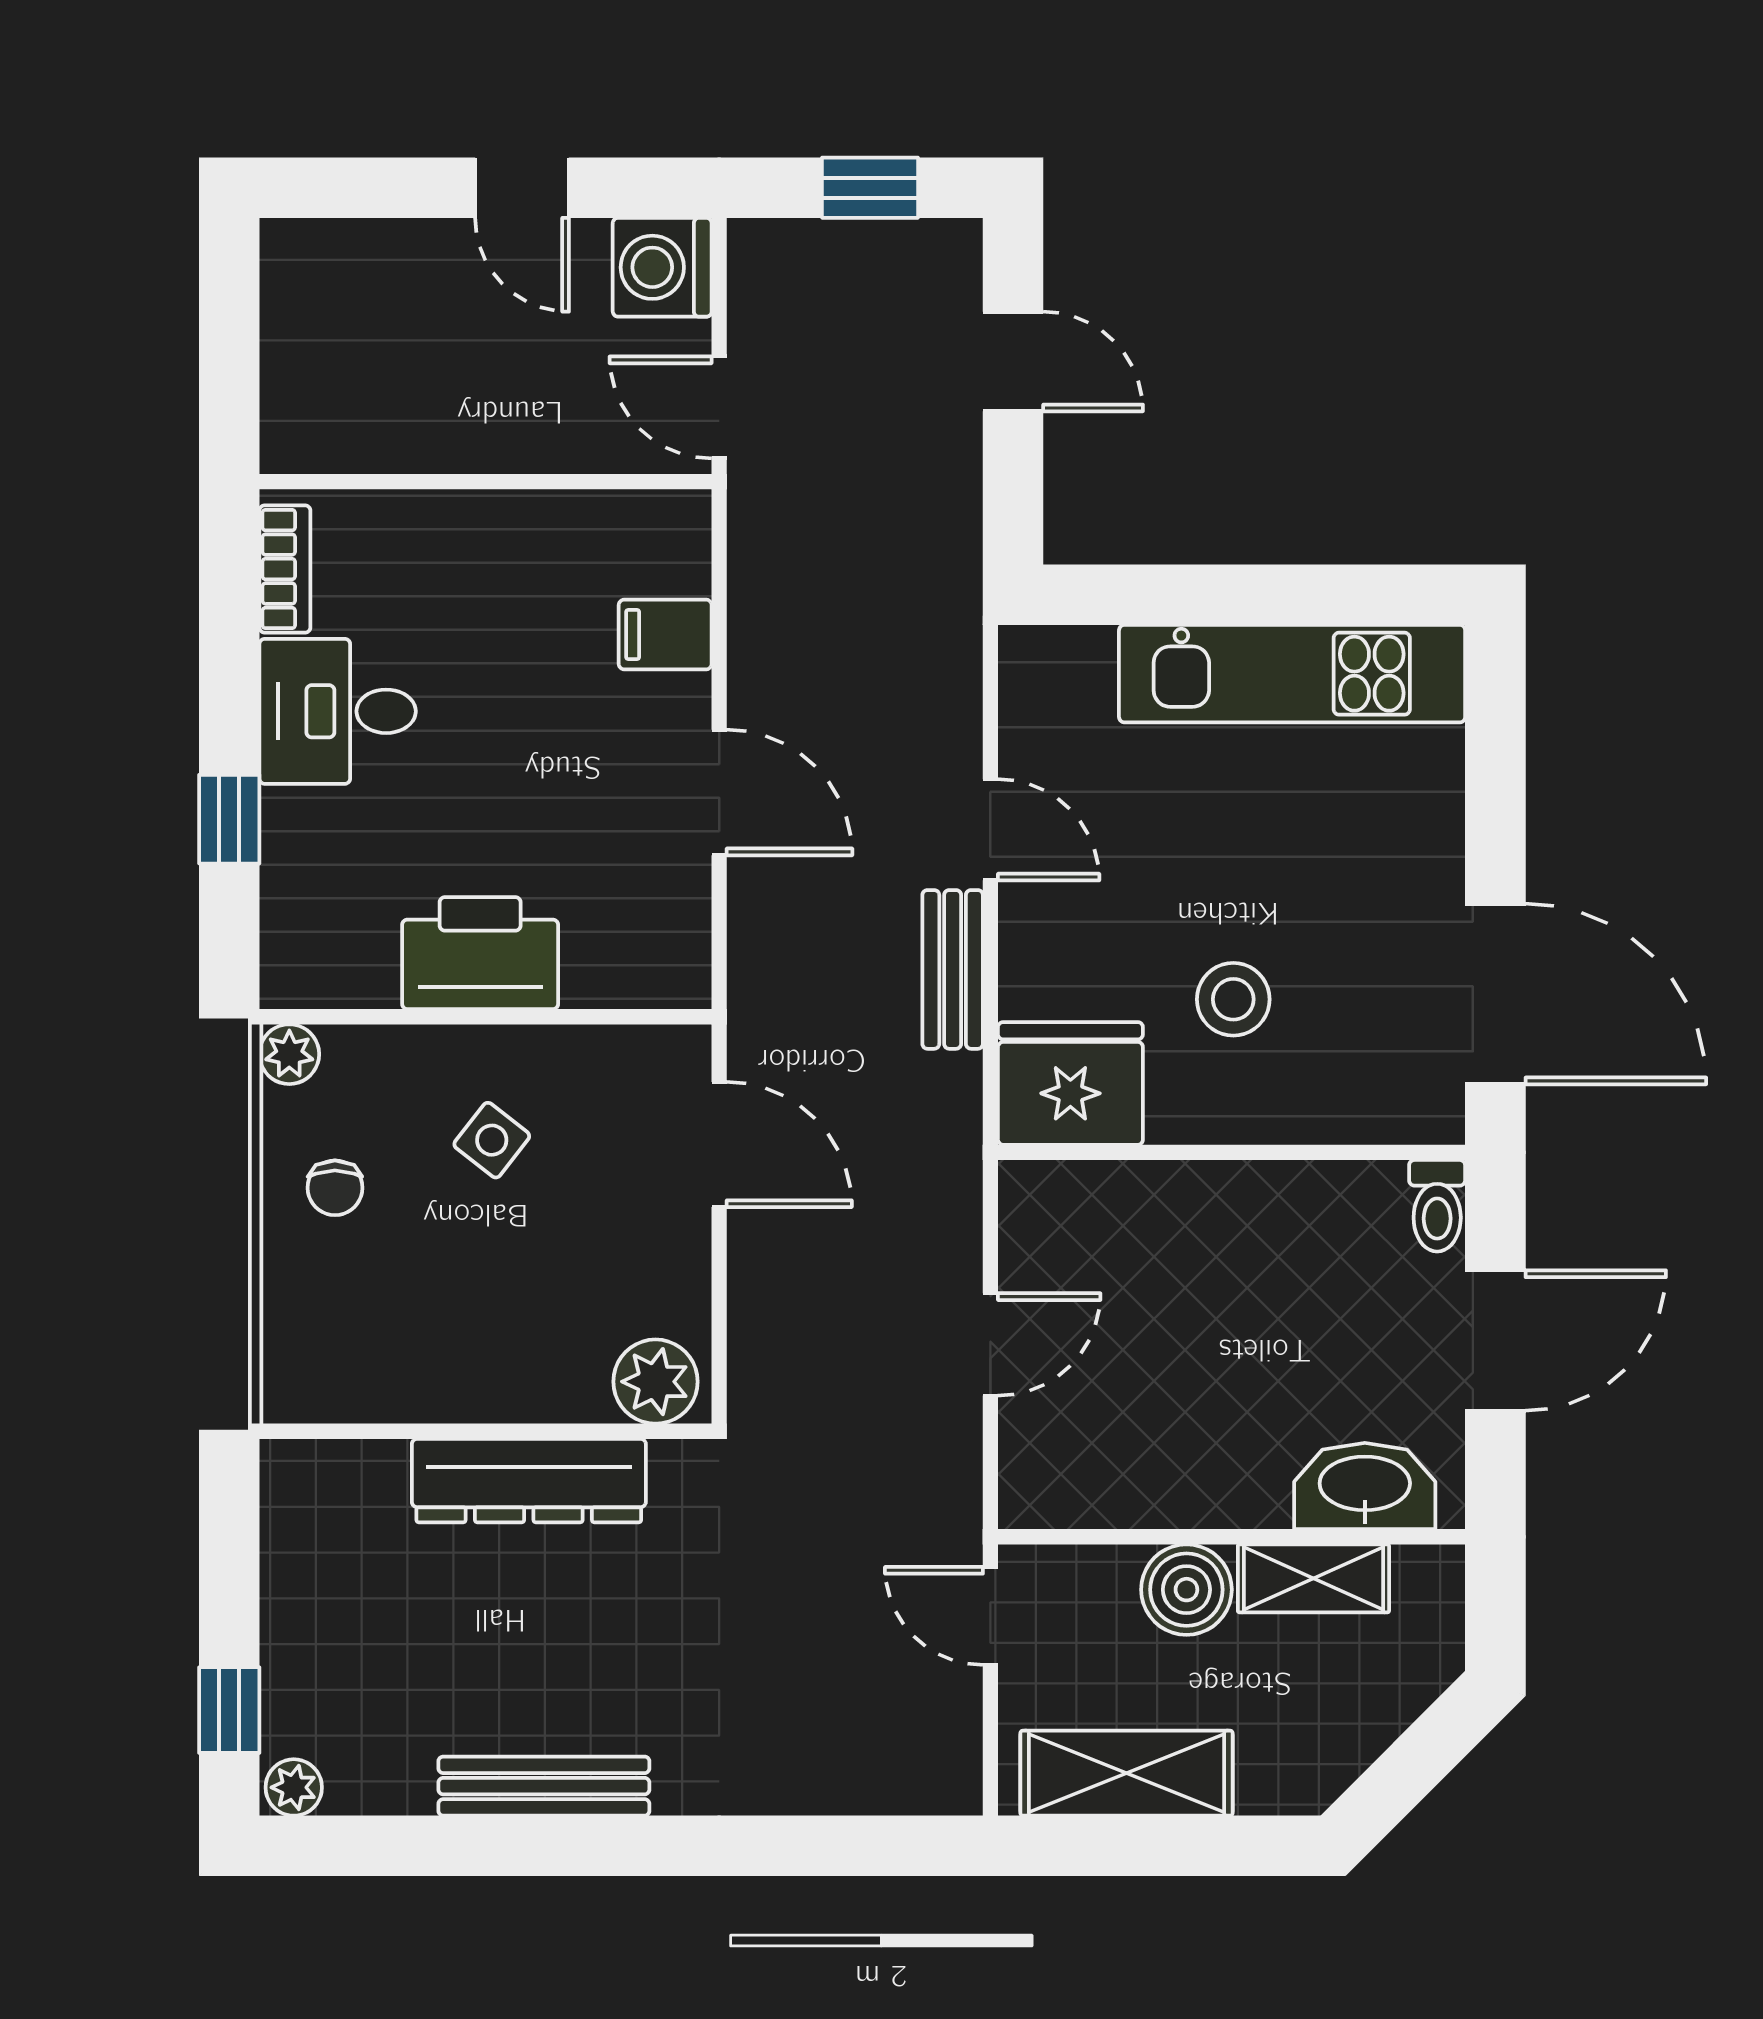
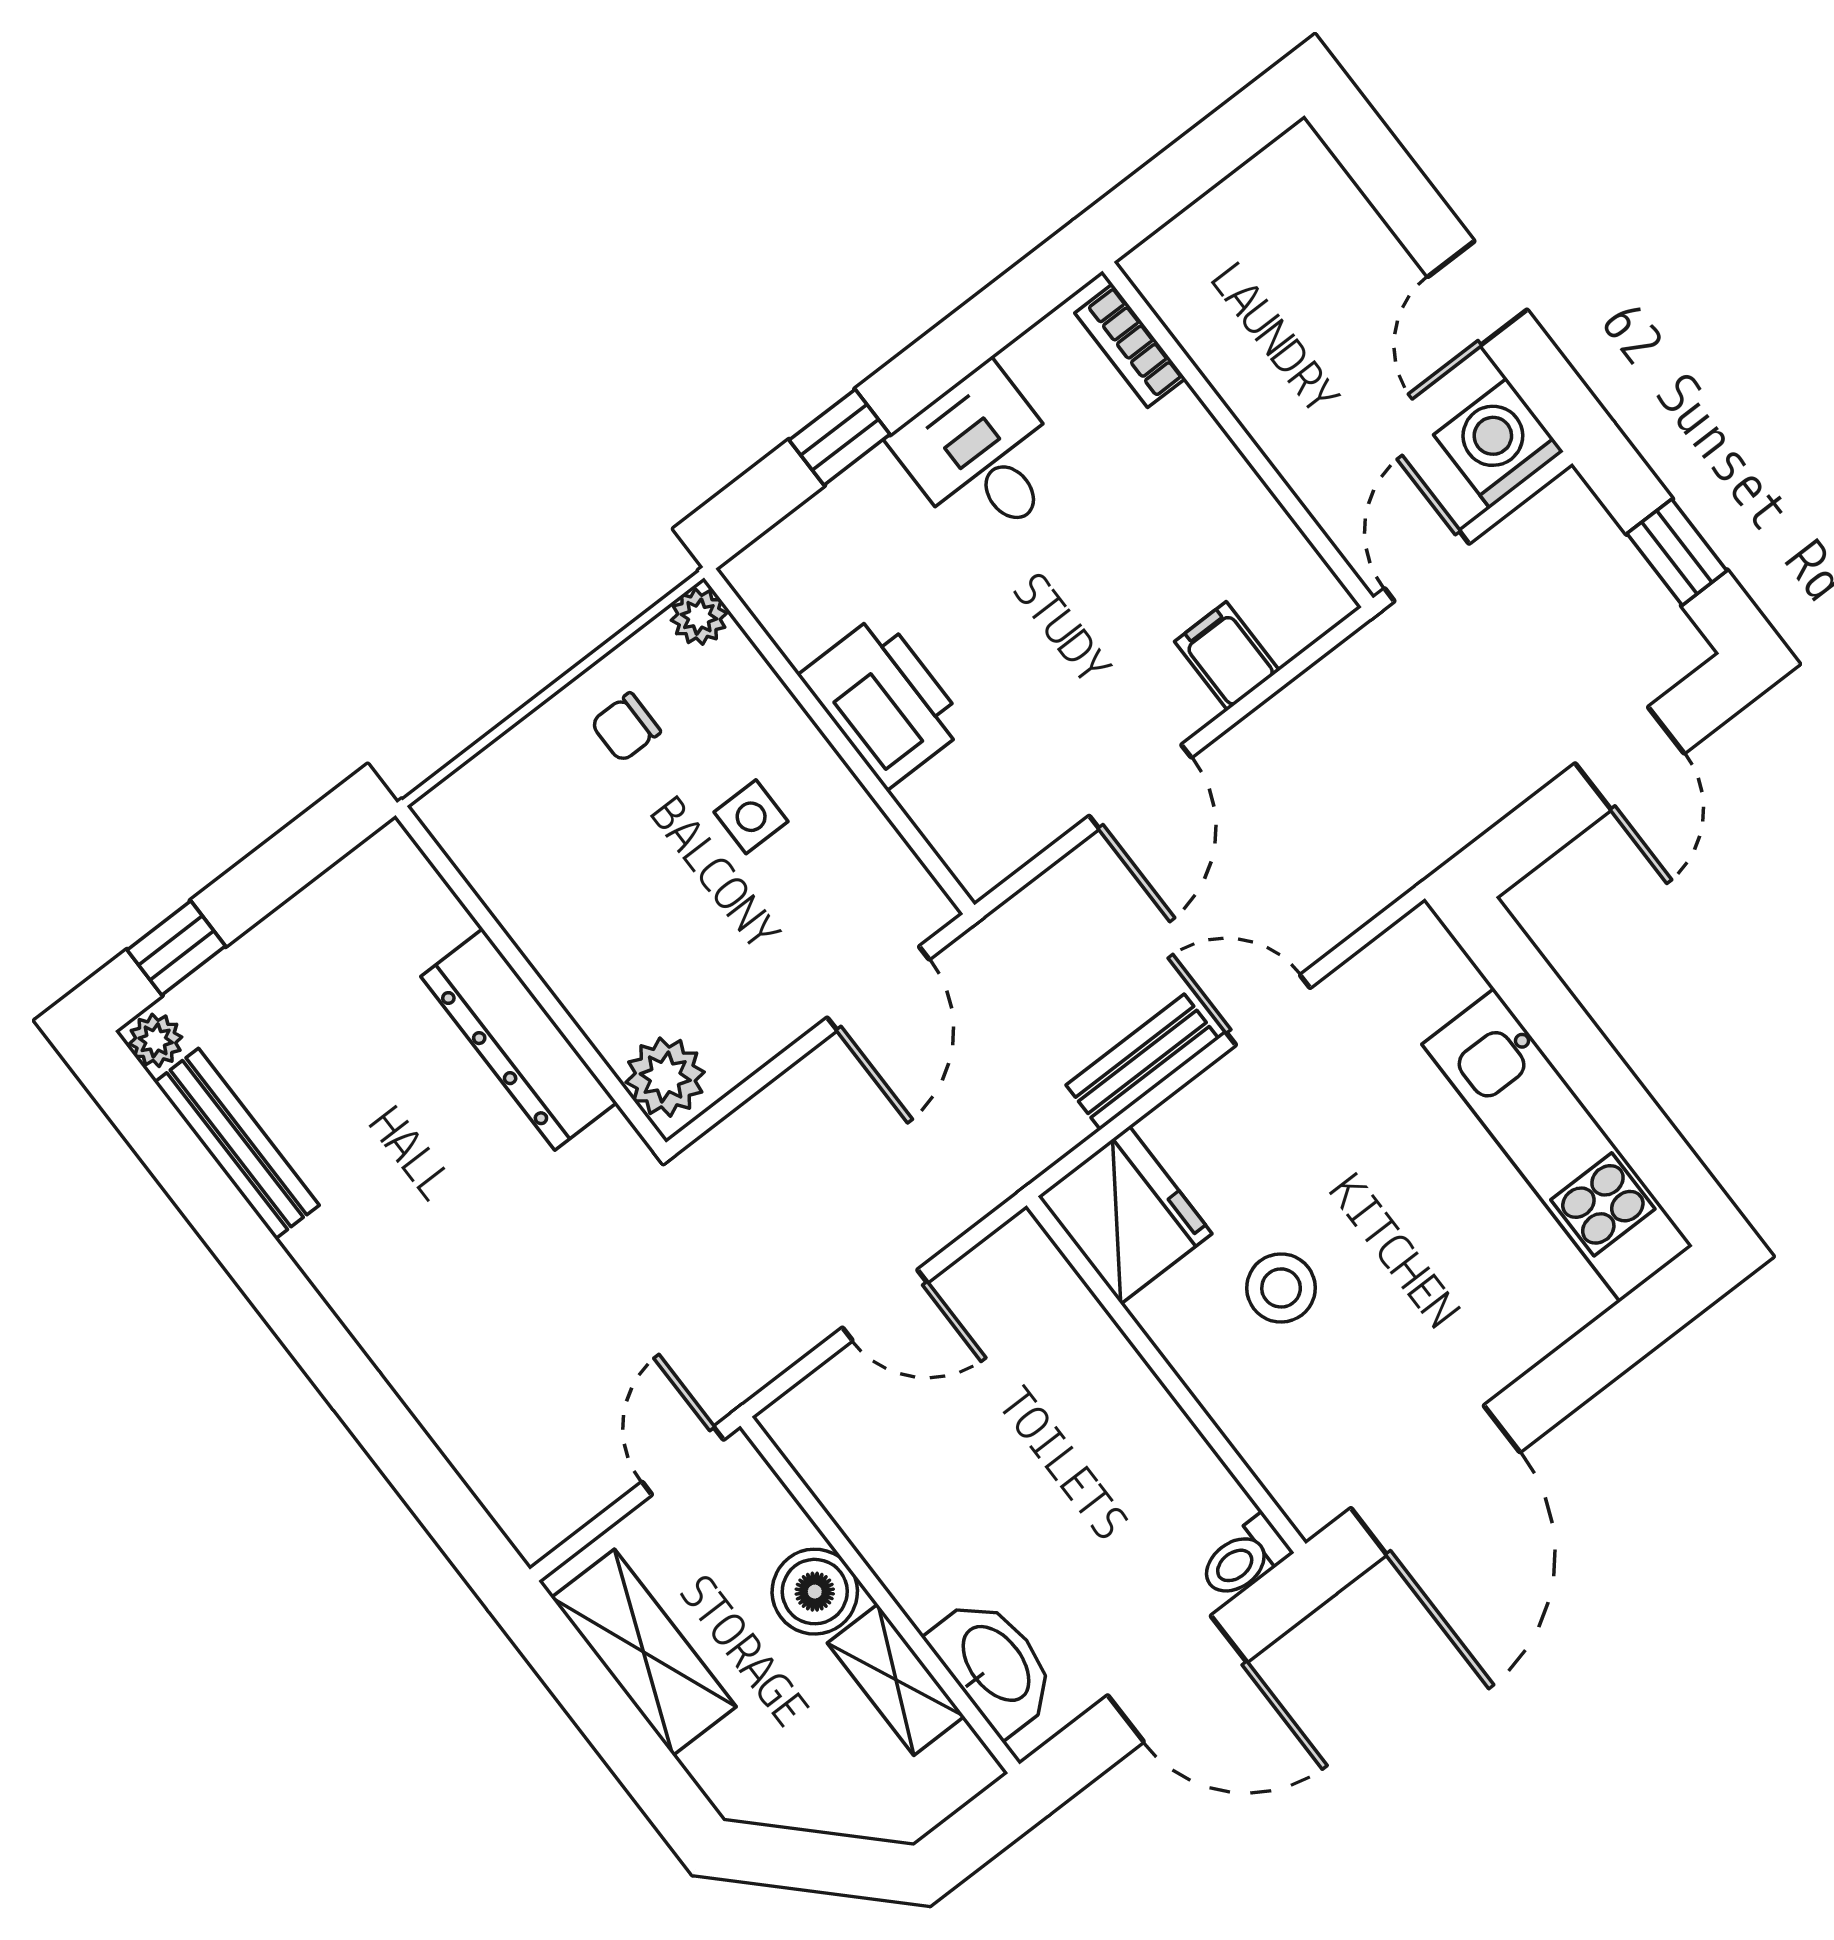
bookcase: (285, 569) -> (1130, 346), moved, turned 90
door: (990, 830) -> (1268, 1010), swing flipped
side table: (492, 1140) -> (751, 817), turned -38
bench: (544, 1786) -> (237, 1144), moved

